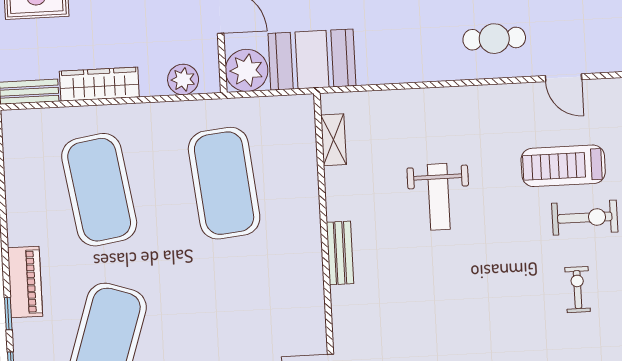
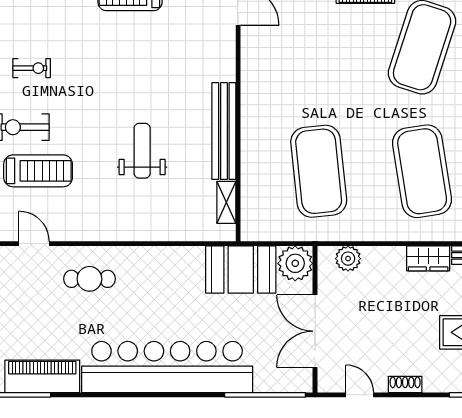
wardrobe: (99, 84) -> (428, 258), width x0.67
bench: (340, 253) -> (224, 131), width x1.86, depth x1.21
exercise bike: (578, 290) -> (32, 68), turned -90

